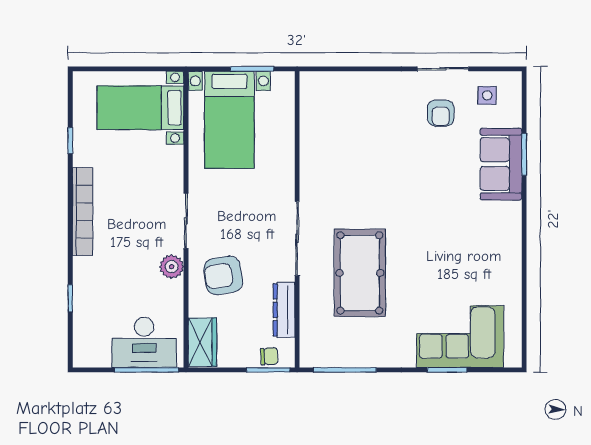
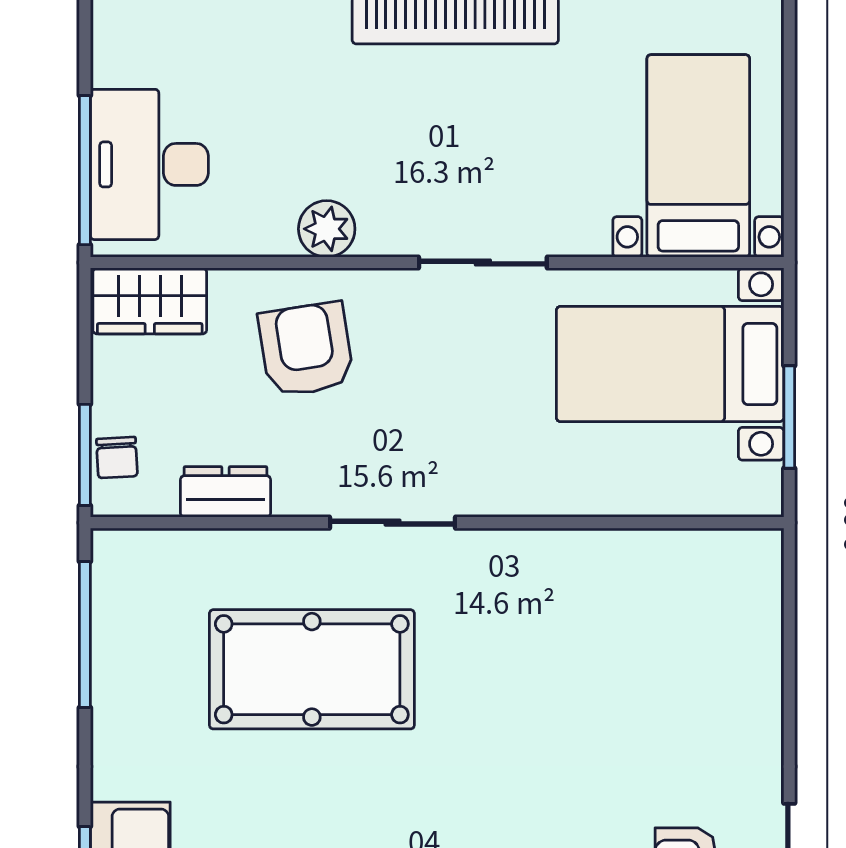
sliding door: (186, 221) -> (483, 263), moved
sliding door: (297, 238) -> (393, 523), width x0.73
dresser: (284, 310) -> (225, 492), width x0.70

